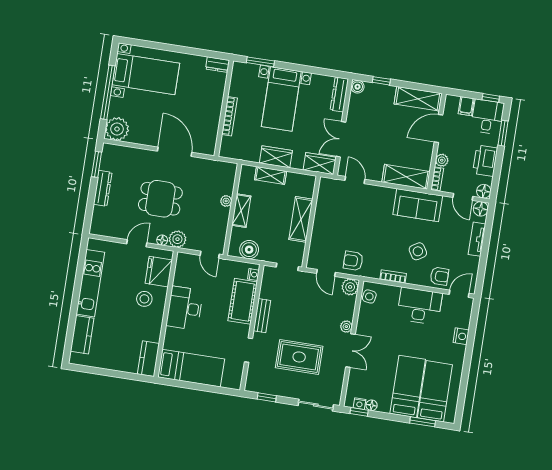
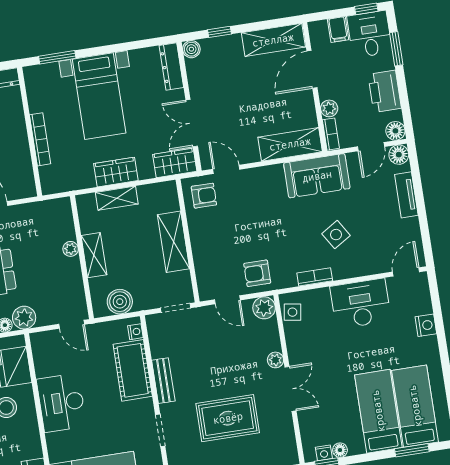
door: (463, 197) -> (371, 147), hinge flipped
armchair: (439, 276) -> (204, 196), moved

